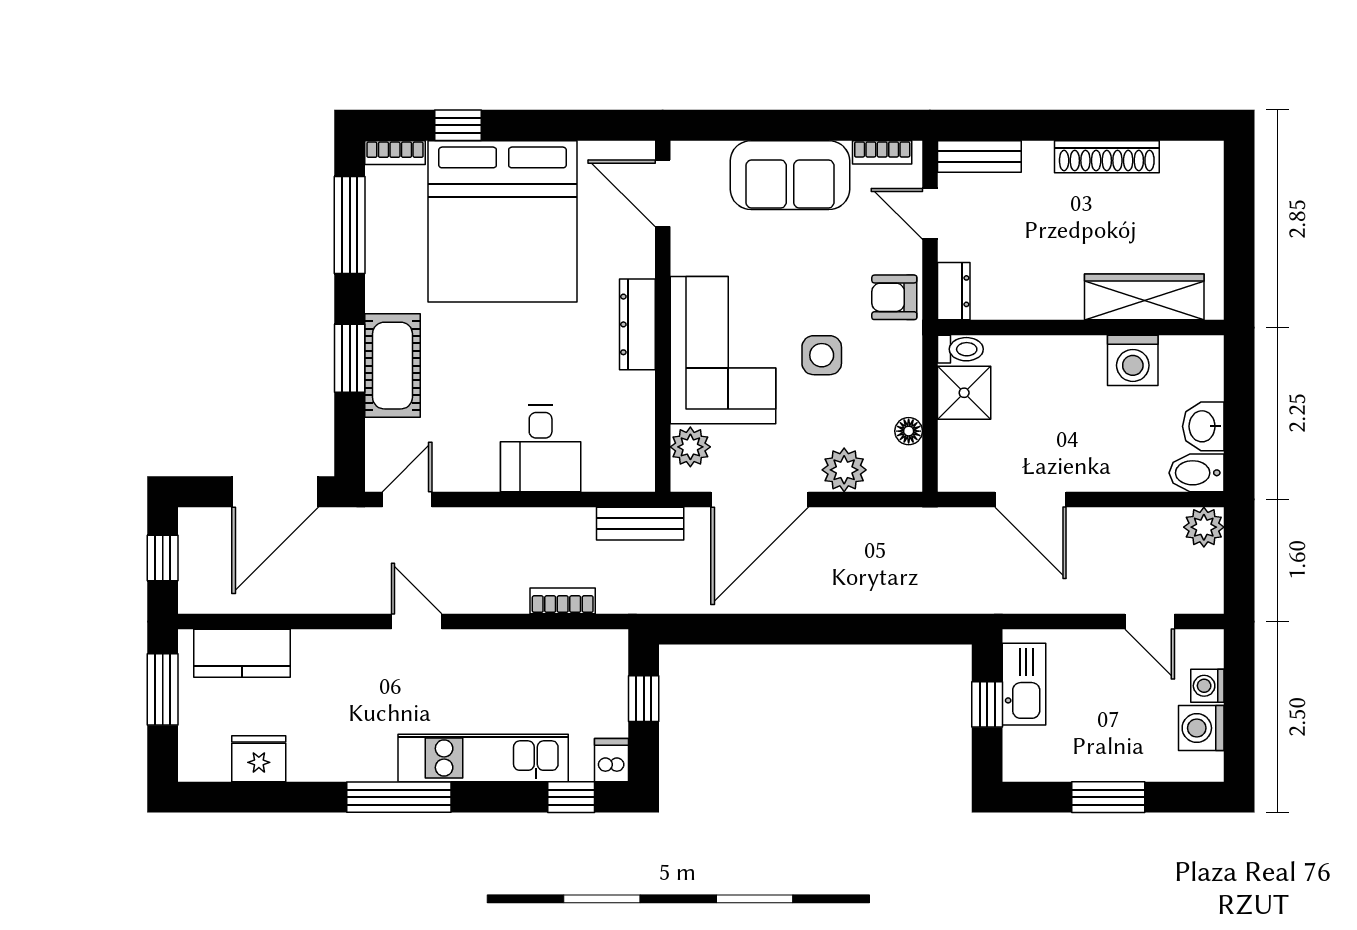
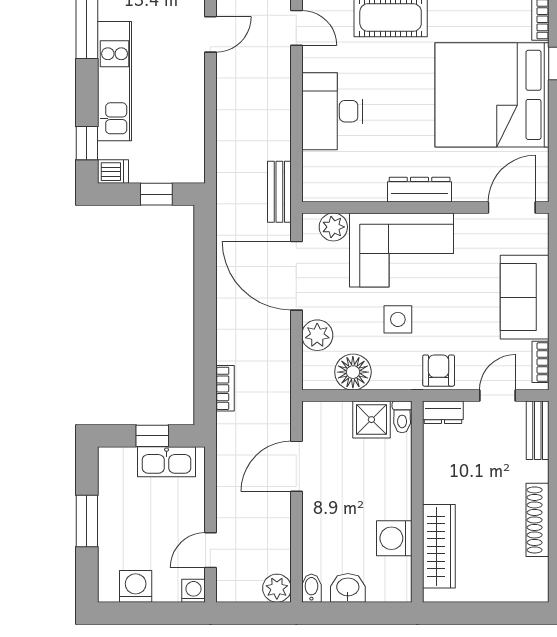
floor lamp: (909, 431) -> (353, 372), width x1.89, depth x1.89
desk: (541, 449) -> (332, 111), width x1.37
bidet: (1196, 473) -> (311, 588), width x0.72, depth x0.74
bookcase: (563, 601) -> (225, 388), moved
washing machine: (1207, 686) -> (193, 591), moved

